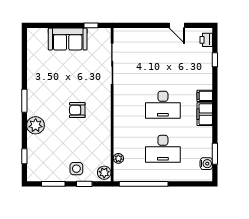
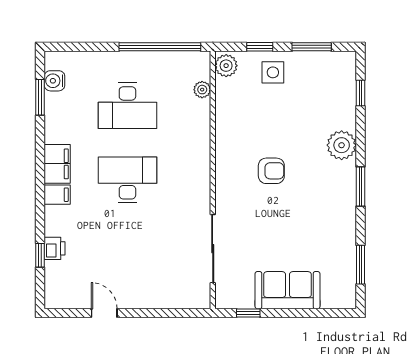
printer: (206, 40) -> (55, 248), moved
window: (24, 54) -> (360, 265), added
desk: (163, 149) -> (127, 106), turned 180

